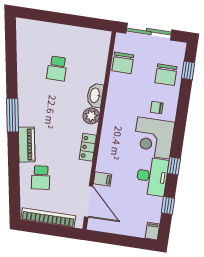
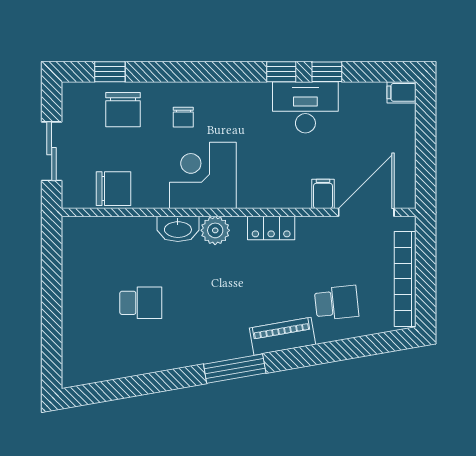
sliding door: (149, 32) -> (52, 151), width x0.73
chair: (166, 75) -> (123, 110), turned 90
corner desk: (154, 138) -> (203, 175), moved, turned 180
window: (168, 206) -> (327, 72), moved

